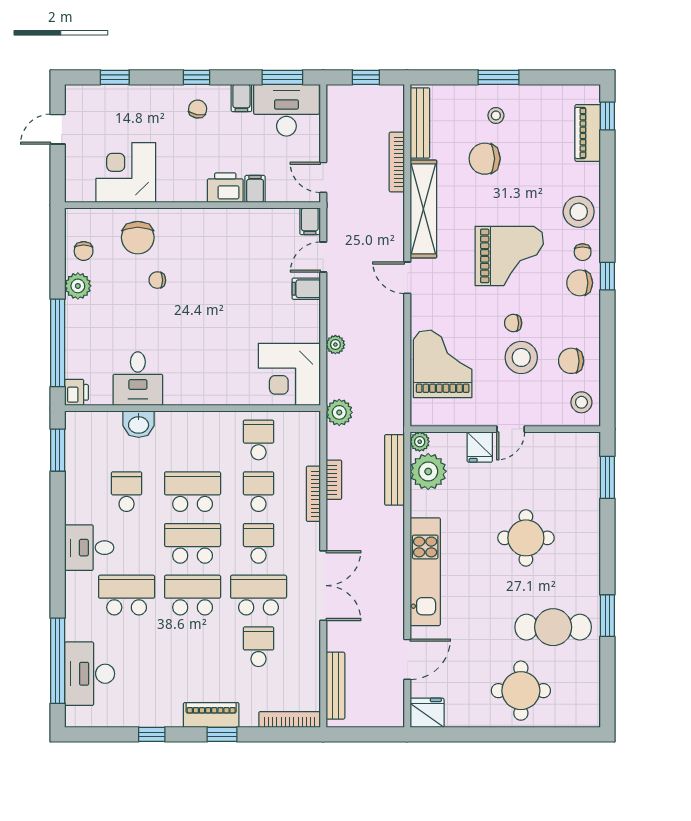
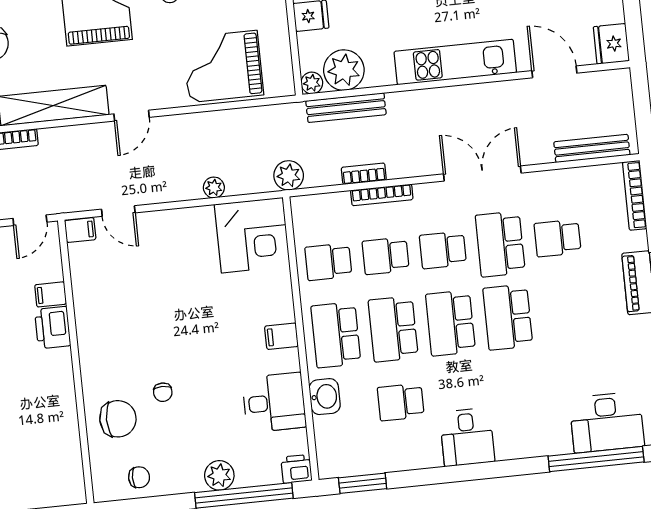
corner desk: (126, 172) -> (47, 439), removed
plant: (78, 286) -> (219, 475), moved
filing cabinet: (306, 289) -> (281, 336), moved, turned 90
school desk: (127, 595) -> (336, 335), moved

